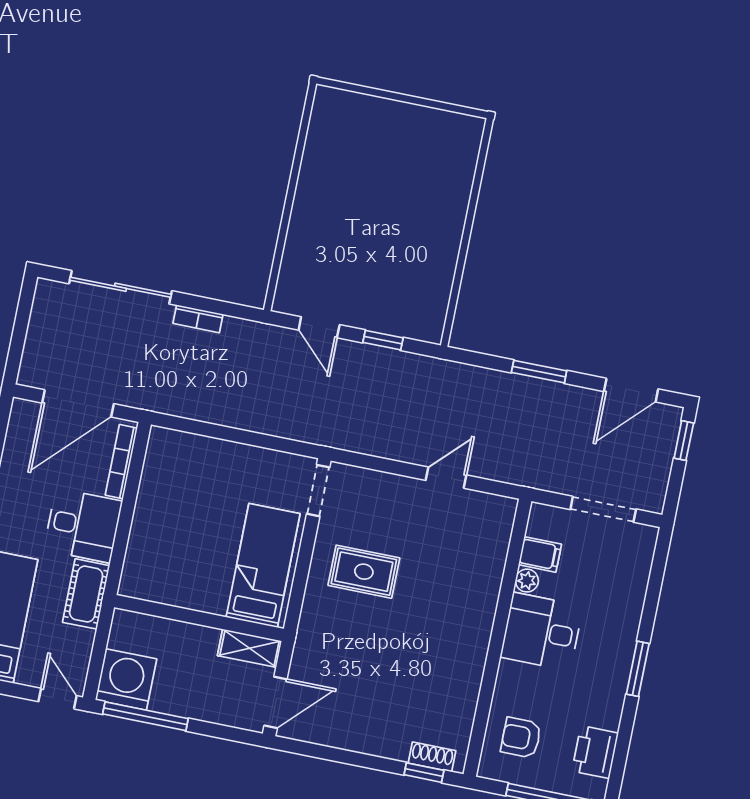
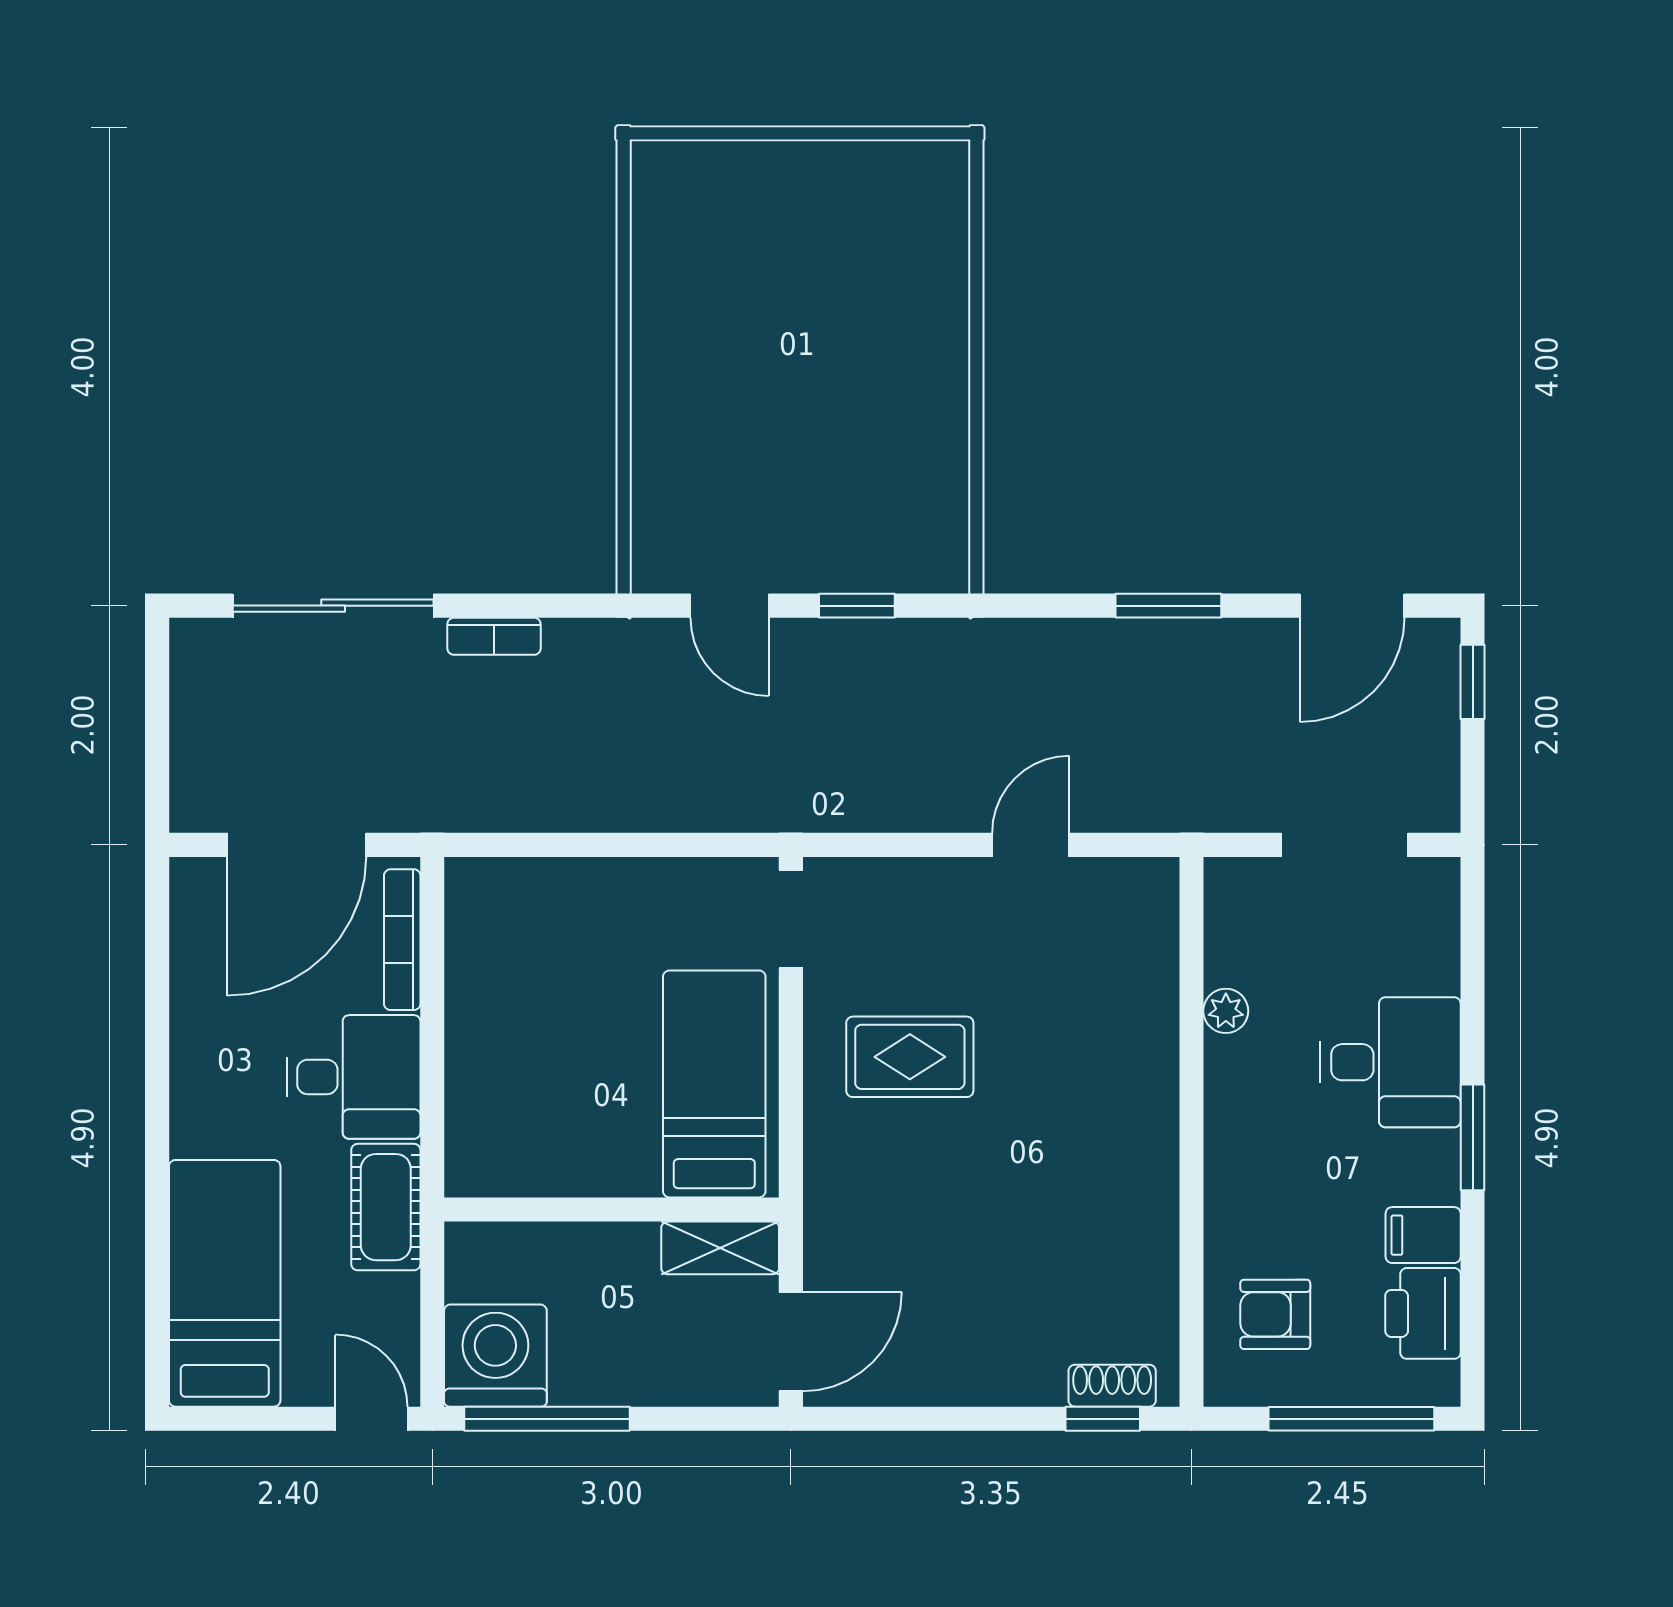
filing cabinet: (540, 554) -> (1423, 1235), moved, turned 180
desk: (542, 632) -> (1390, 1062), moved, turned 180

